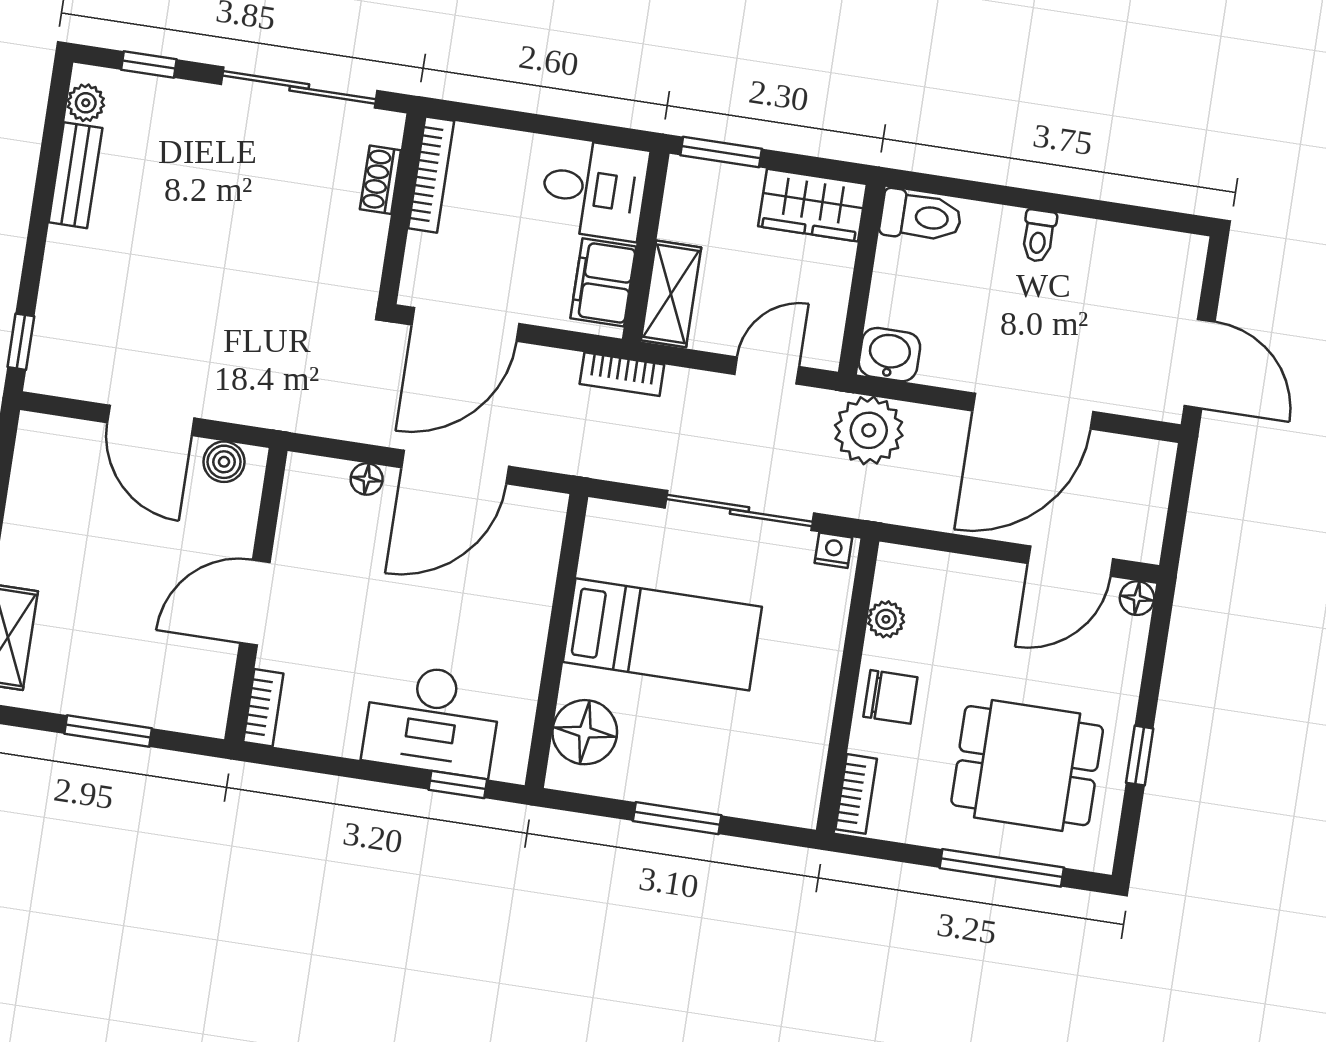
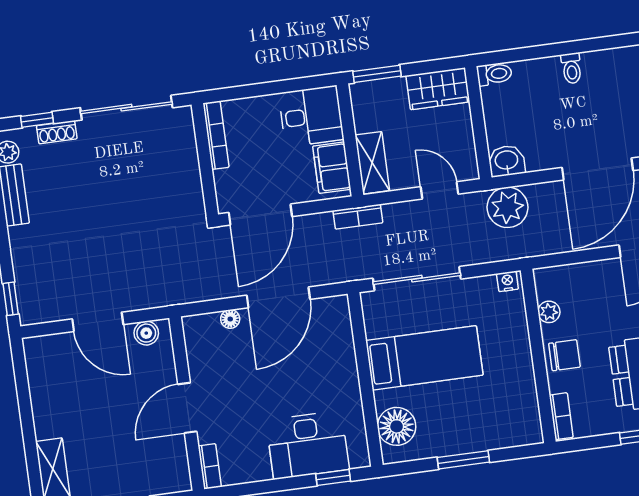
shoe rack: (380, 180) -> (57, 132), moved, turned -90
toilet: (921, 216) -> (494, 74), width x0.73, depth x0.72
door: (767, 370) -> (440, 190), hinge flipped
sliding door: (740, 510) -> (417, 279), moved

